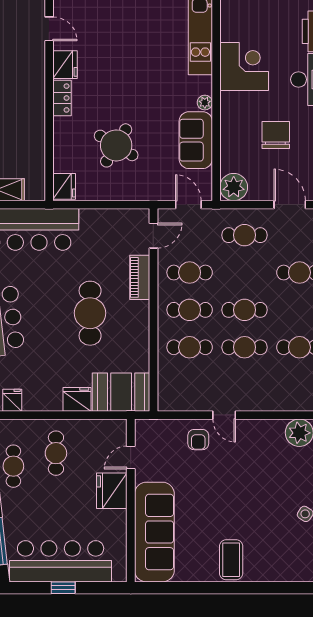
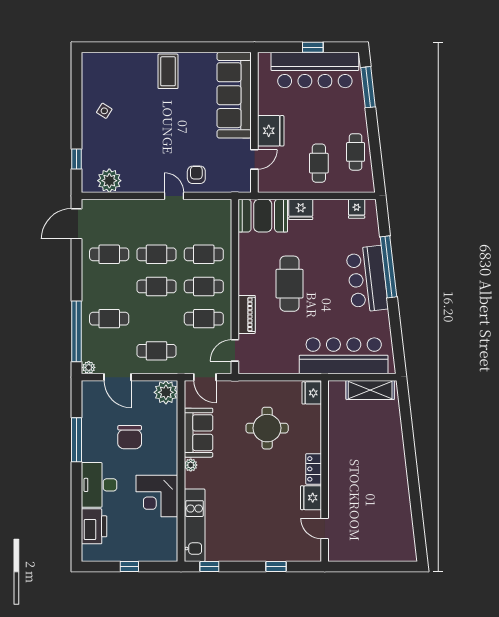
round table: (116, 145) -> (267, 428), turned -31

